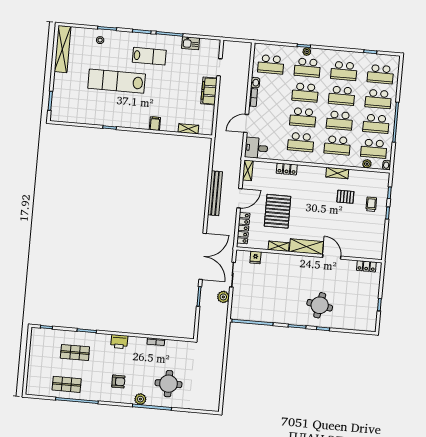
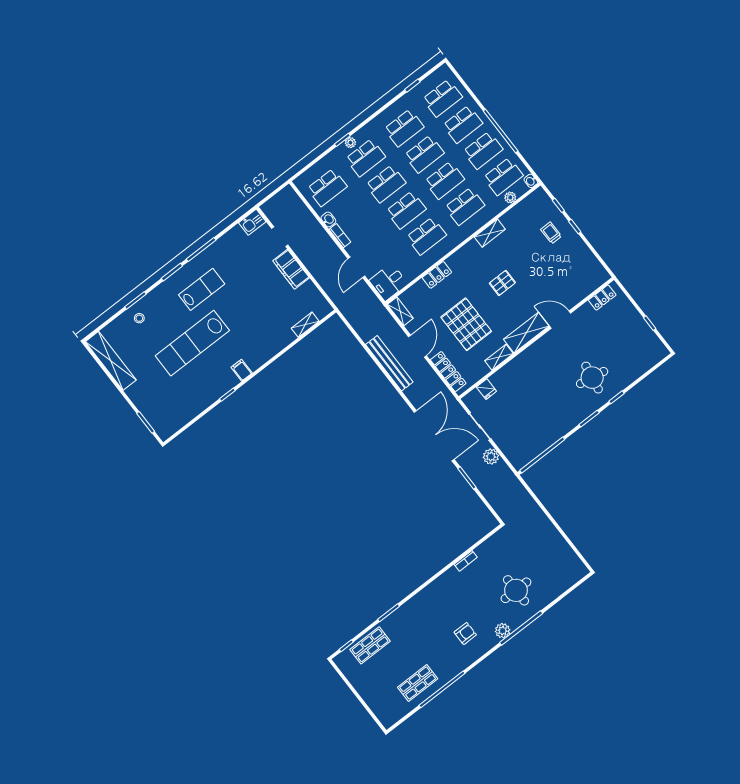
kitchen sink: (191, 43) -> (252, 222), moved
filing cabinet: (155, 124) -> (242, 370), moved
pallet: (345, 197) -> (502, 283), moved
printer: (119, 342) -> (430, 594), removed
shop shelf: (75, 352) -> (370, 645), moved

